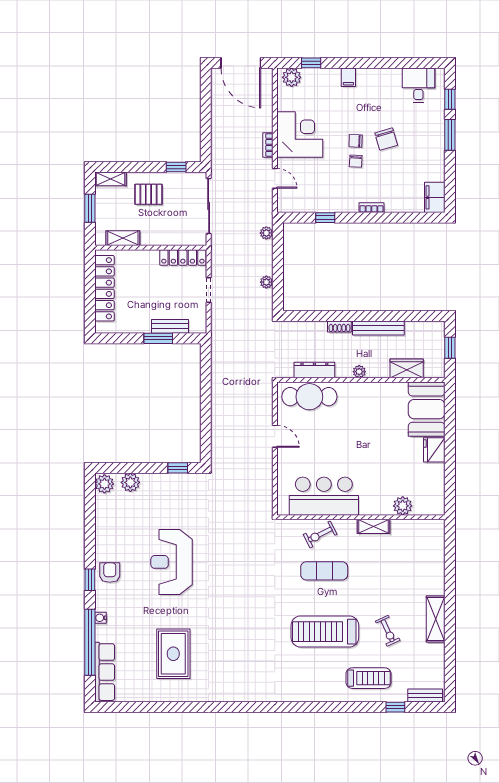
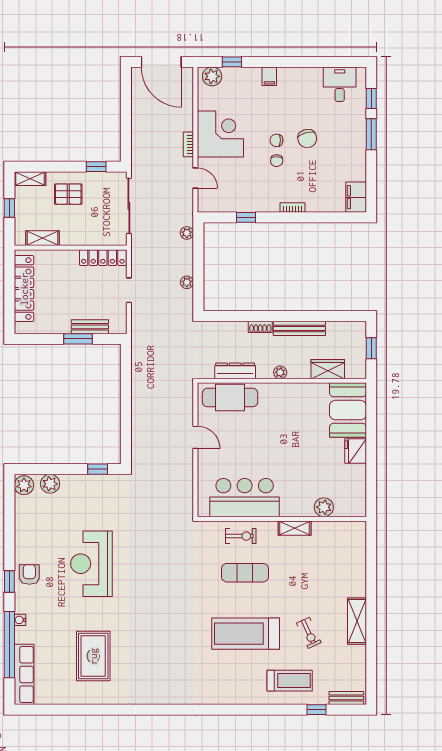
window: (90, 208) -> (9, 208), width x0.67
exercise bike: (320, 534) -> (241, 536), turned -153

